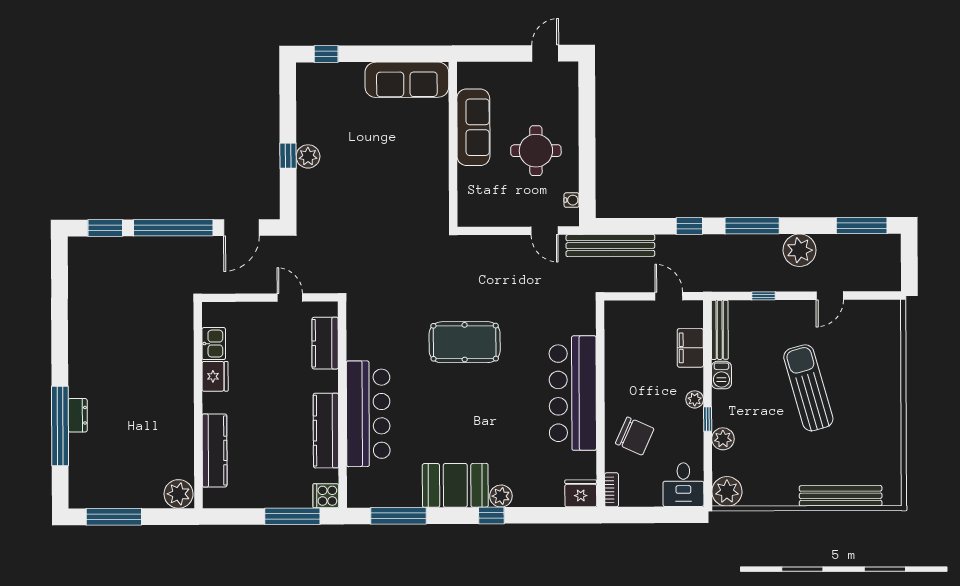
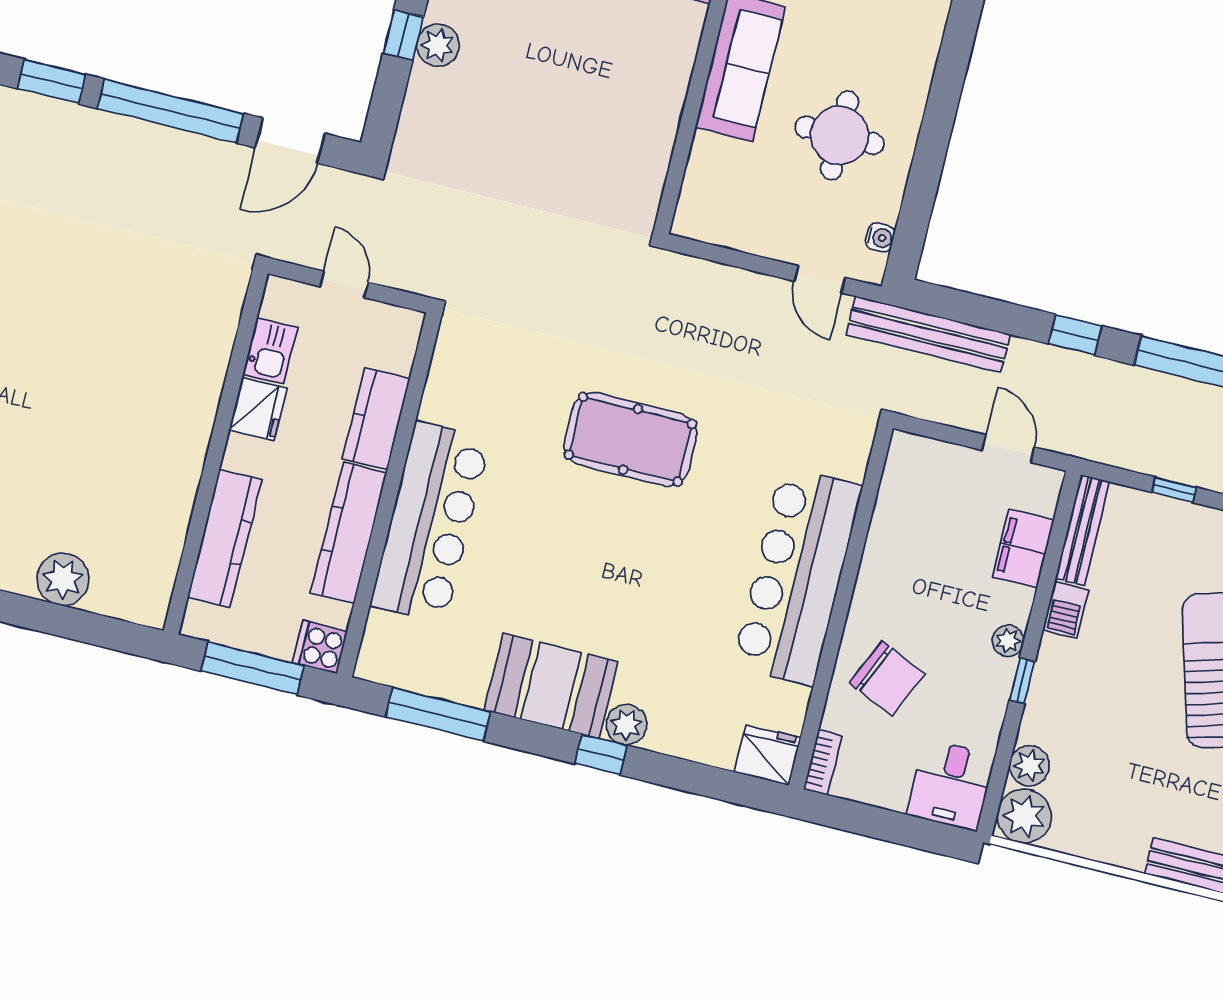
kitchen counter: (325, 343) -> (376, 419), moved
kitchen sink: (214, 344) -> (270, 351), moved
fridge: (215, 376) -> (258, 409), moved
wall: (198, 405) -> (216, 452), moved
plant: (723, 439) -> (1029, 766), moved
kitchen counter: (215, 450) -> (225, 539), moved

